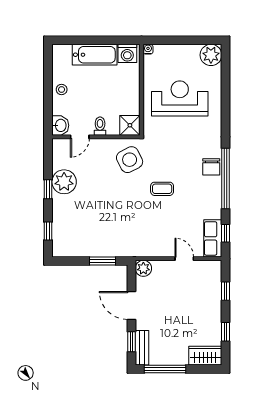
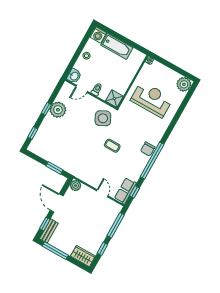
washing machine: (127, 53) -> (98, 35), moved
window: (226, 291) -> (116, 225), width x2.17

